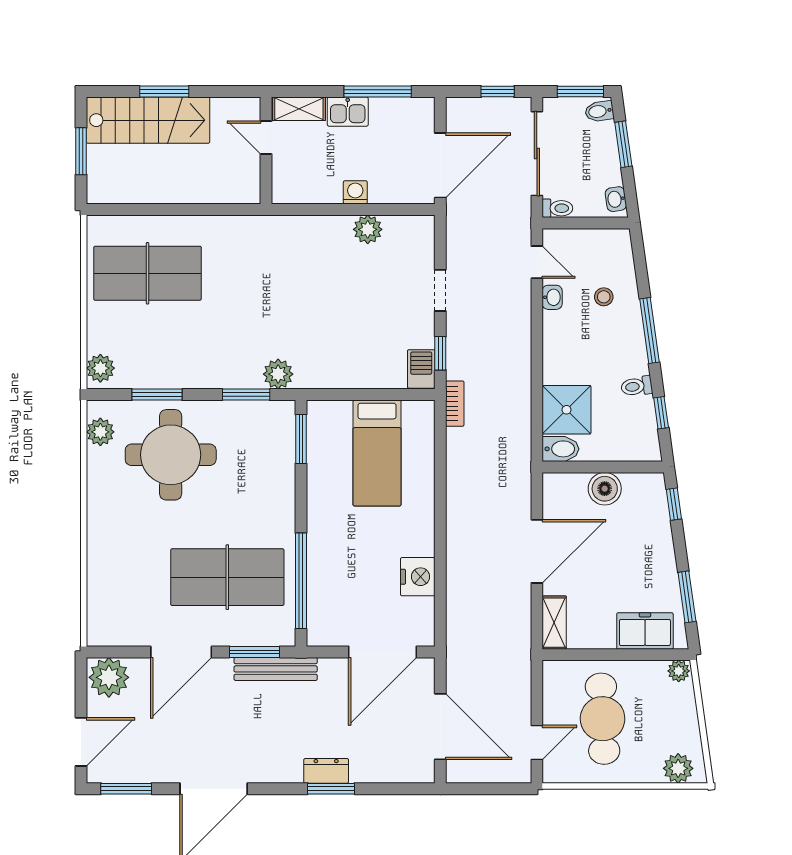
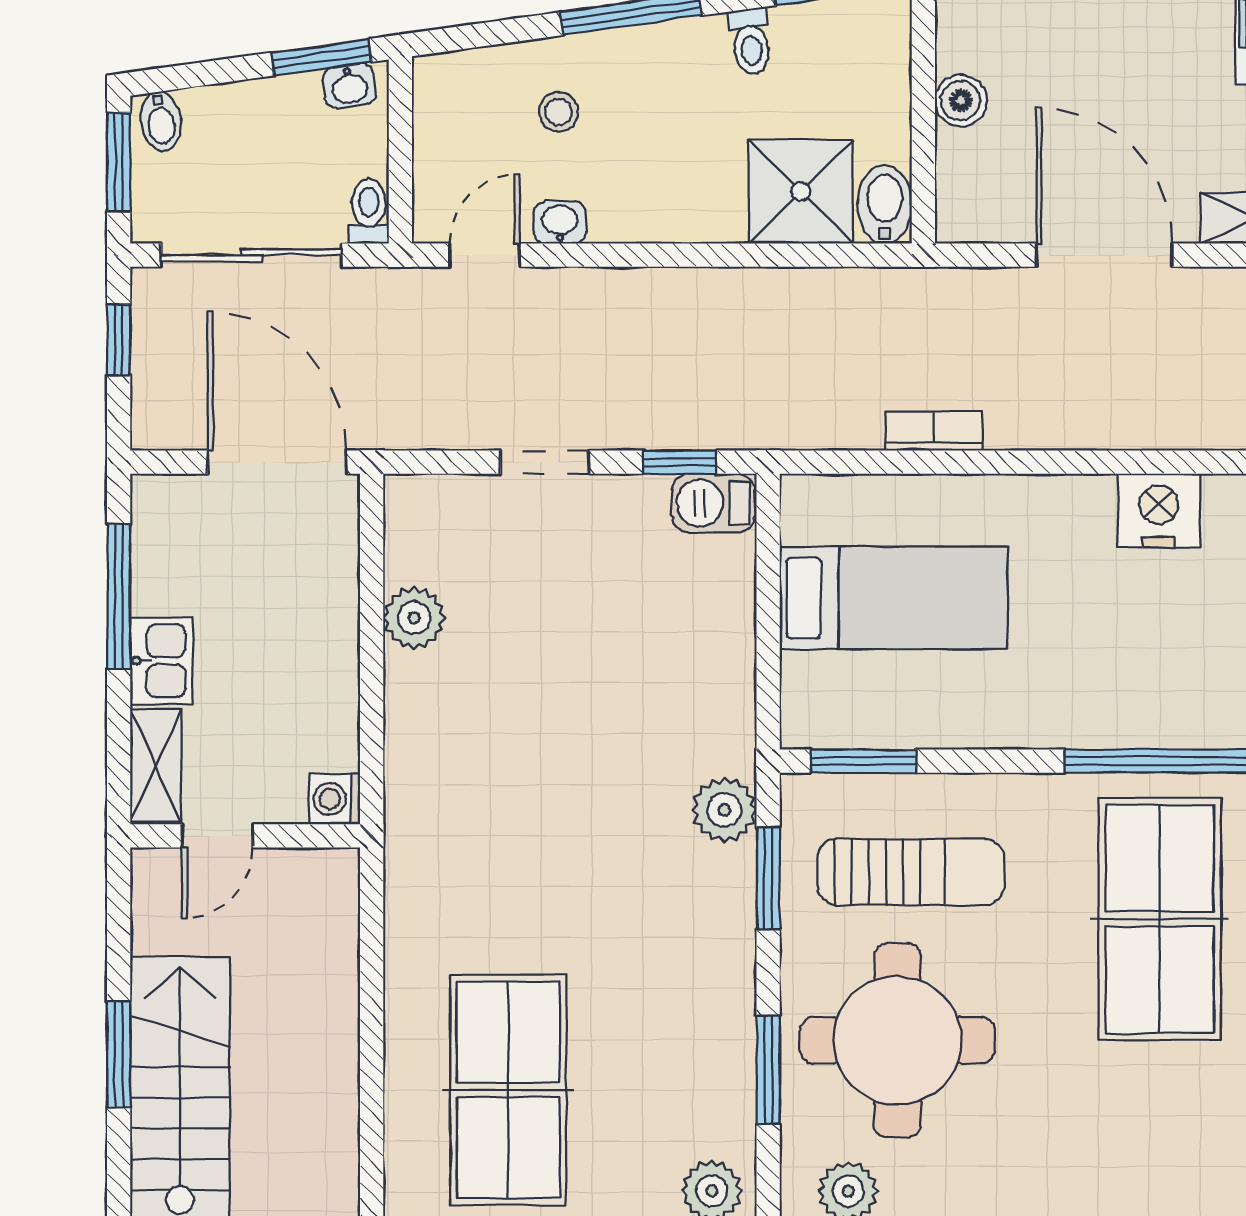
window: (623, 144) -> (321, 57), moved
washing machine: (355, 192) -> (335, 799), moved
bookcase: (455, 404) -> (934, 431), moved
sun lounger: (249, 461) -> (911, 872), added
boiler: (605, 489) -> (961, 100), width x0.73, depth x0.73

